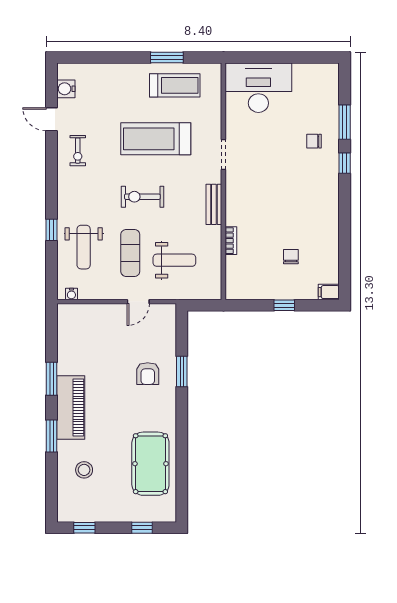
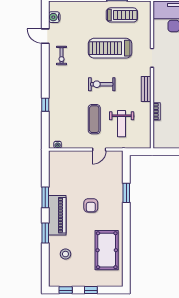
weight bench: (84, 247) -> (65, 115), removed
weight bench: (174, 260) -> (122, 124), turned 90
armchair: (148, 374) -> (91, 205), moved
window: (142, 528) -> (91, 290), moved

